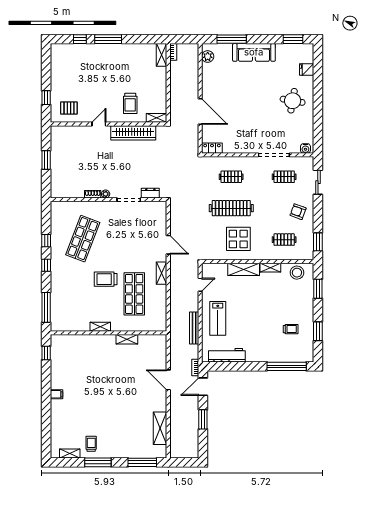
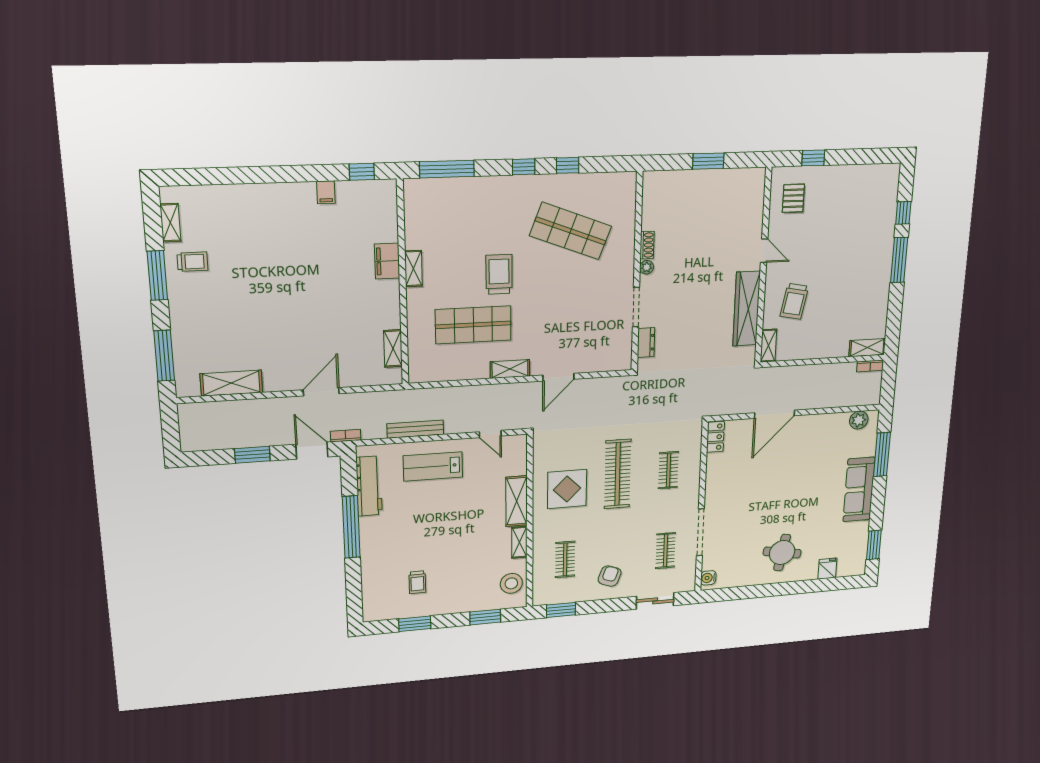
trolley: (130, 103) -> (794, 301), turned -79
shelving: (127, 339) -> (393, 348), moved
filing cabinet: (95, 341) -> (387, 261), added
window: (287, 366) -> (351, 527), moved
filing cabinet: (57, 394) -> (326, 192), moved

